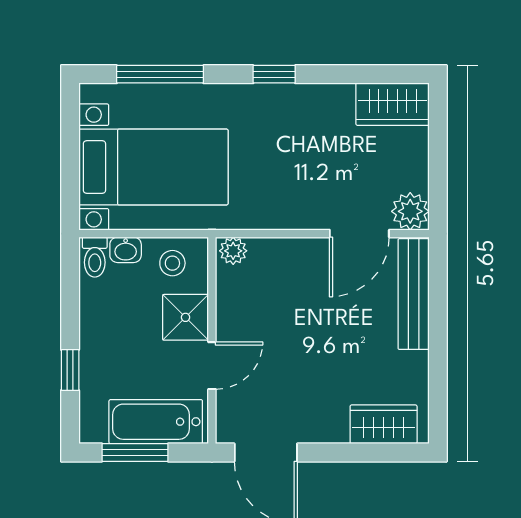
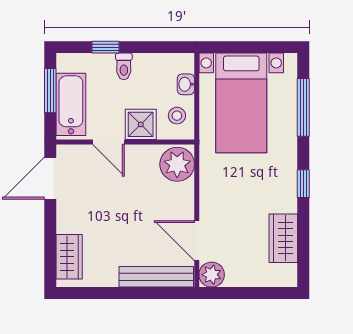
wardrobe: (393, 104) -> (283, 238), moved
plant: (233, 251) -> (177, 164), width x1.87, depth x1.87
toilet: (95, 257) -> (124, 66), moved, turned -90

